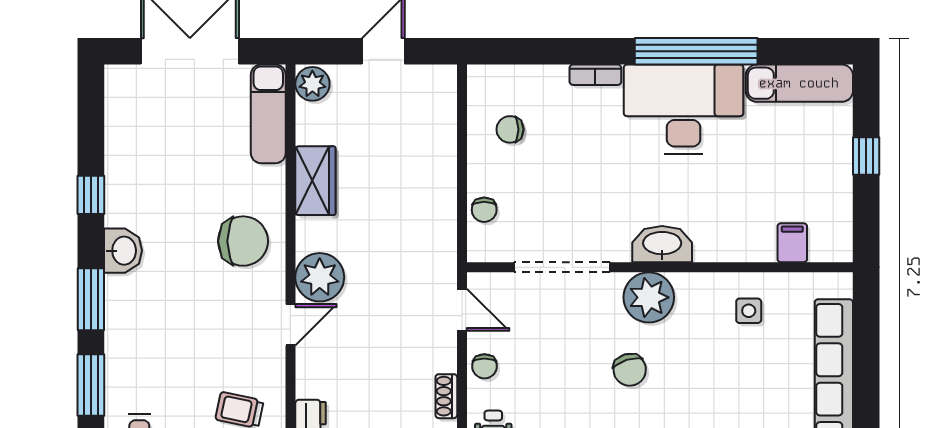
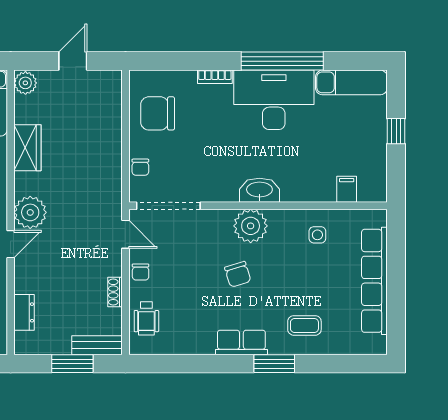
chair: (510, 129) -> (158, 113), width x1.87, depth x1.87
doorway: (562, 267) -> (168, 206), moved

